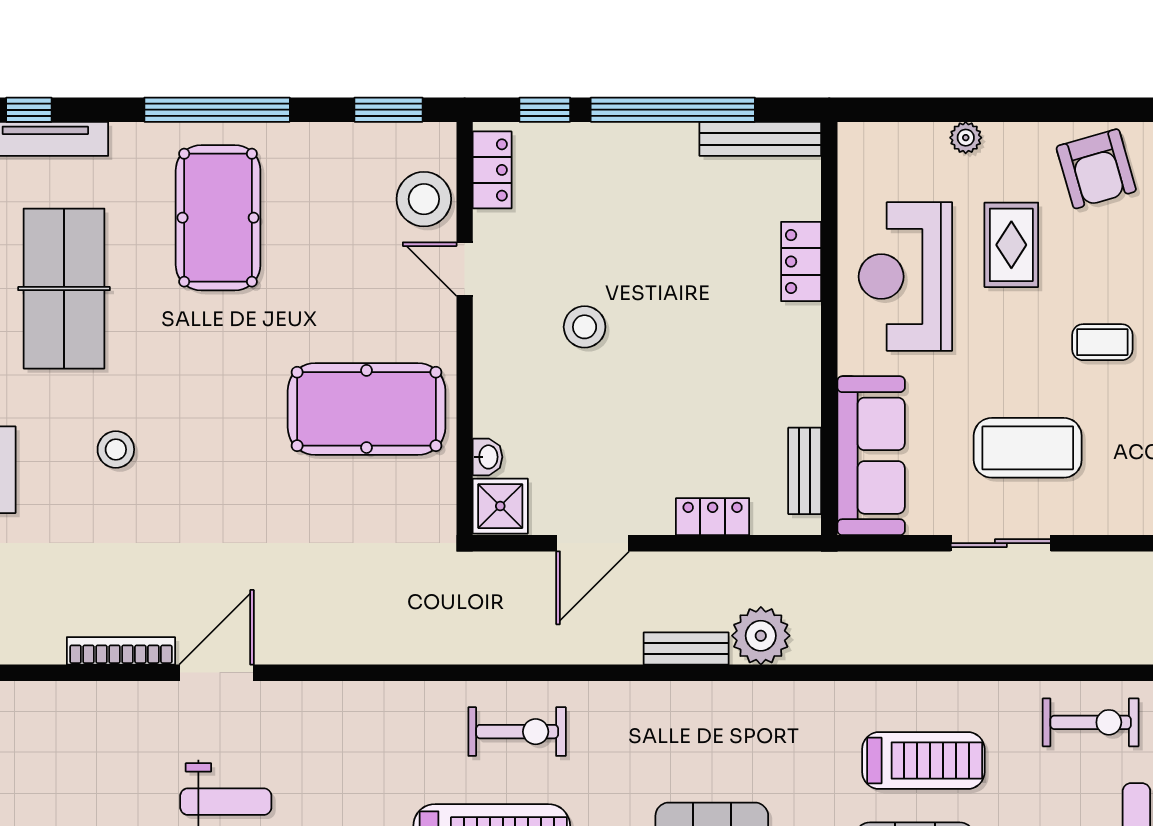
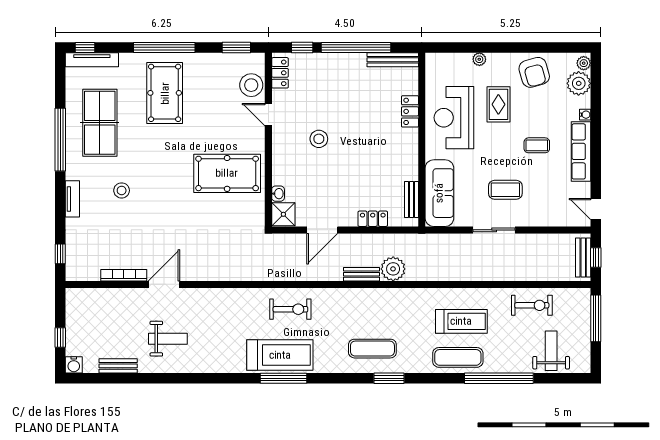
coffee table: (1028, 448) -> (505, 190), width x0.73, depth x0.76

